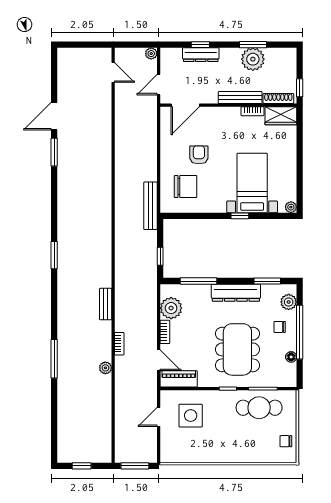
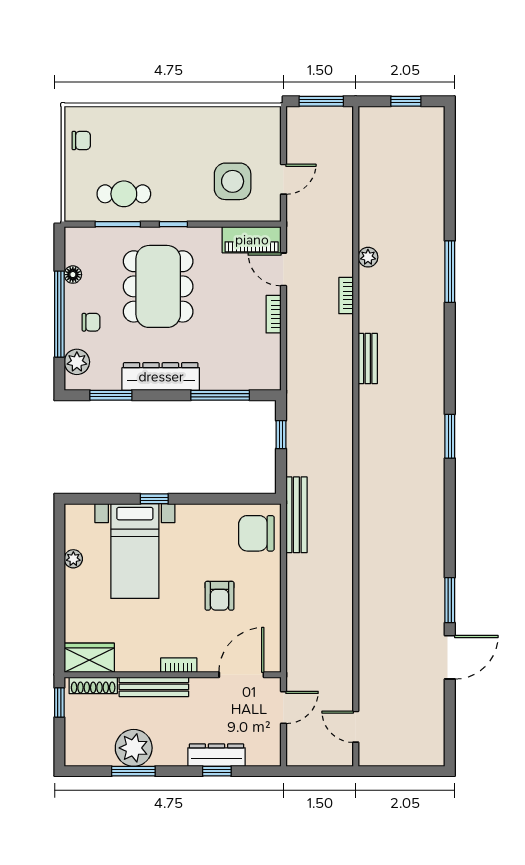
plant: (151, 54) -> (295, 757), removed
bookcase: (252, 111) -> (179, 665), moved
chair: (186, 187) -> (256, 533), moved
plant: (291, 207) -> (73, 559), moved
plant: (171, 308) -> (264, 352), removed
cafe table: (259, 408) -> (124, 194), width x0.73, depth x0.74

